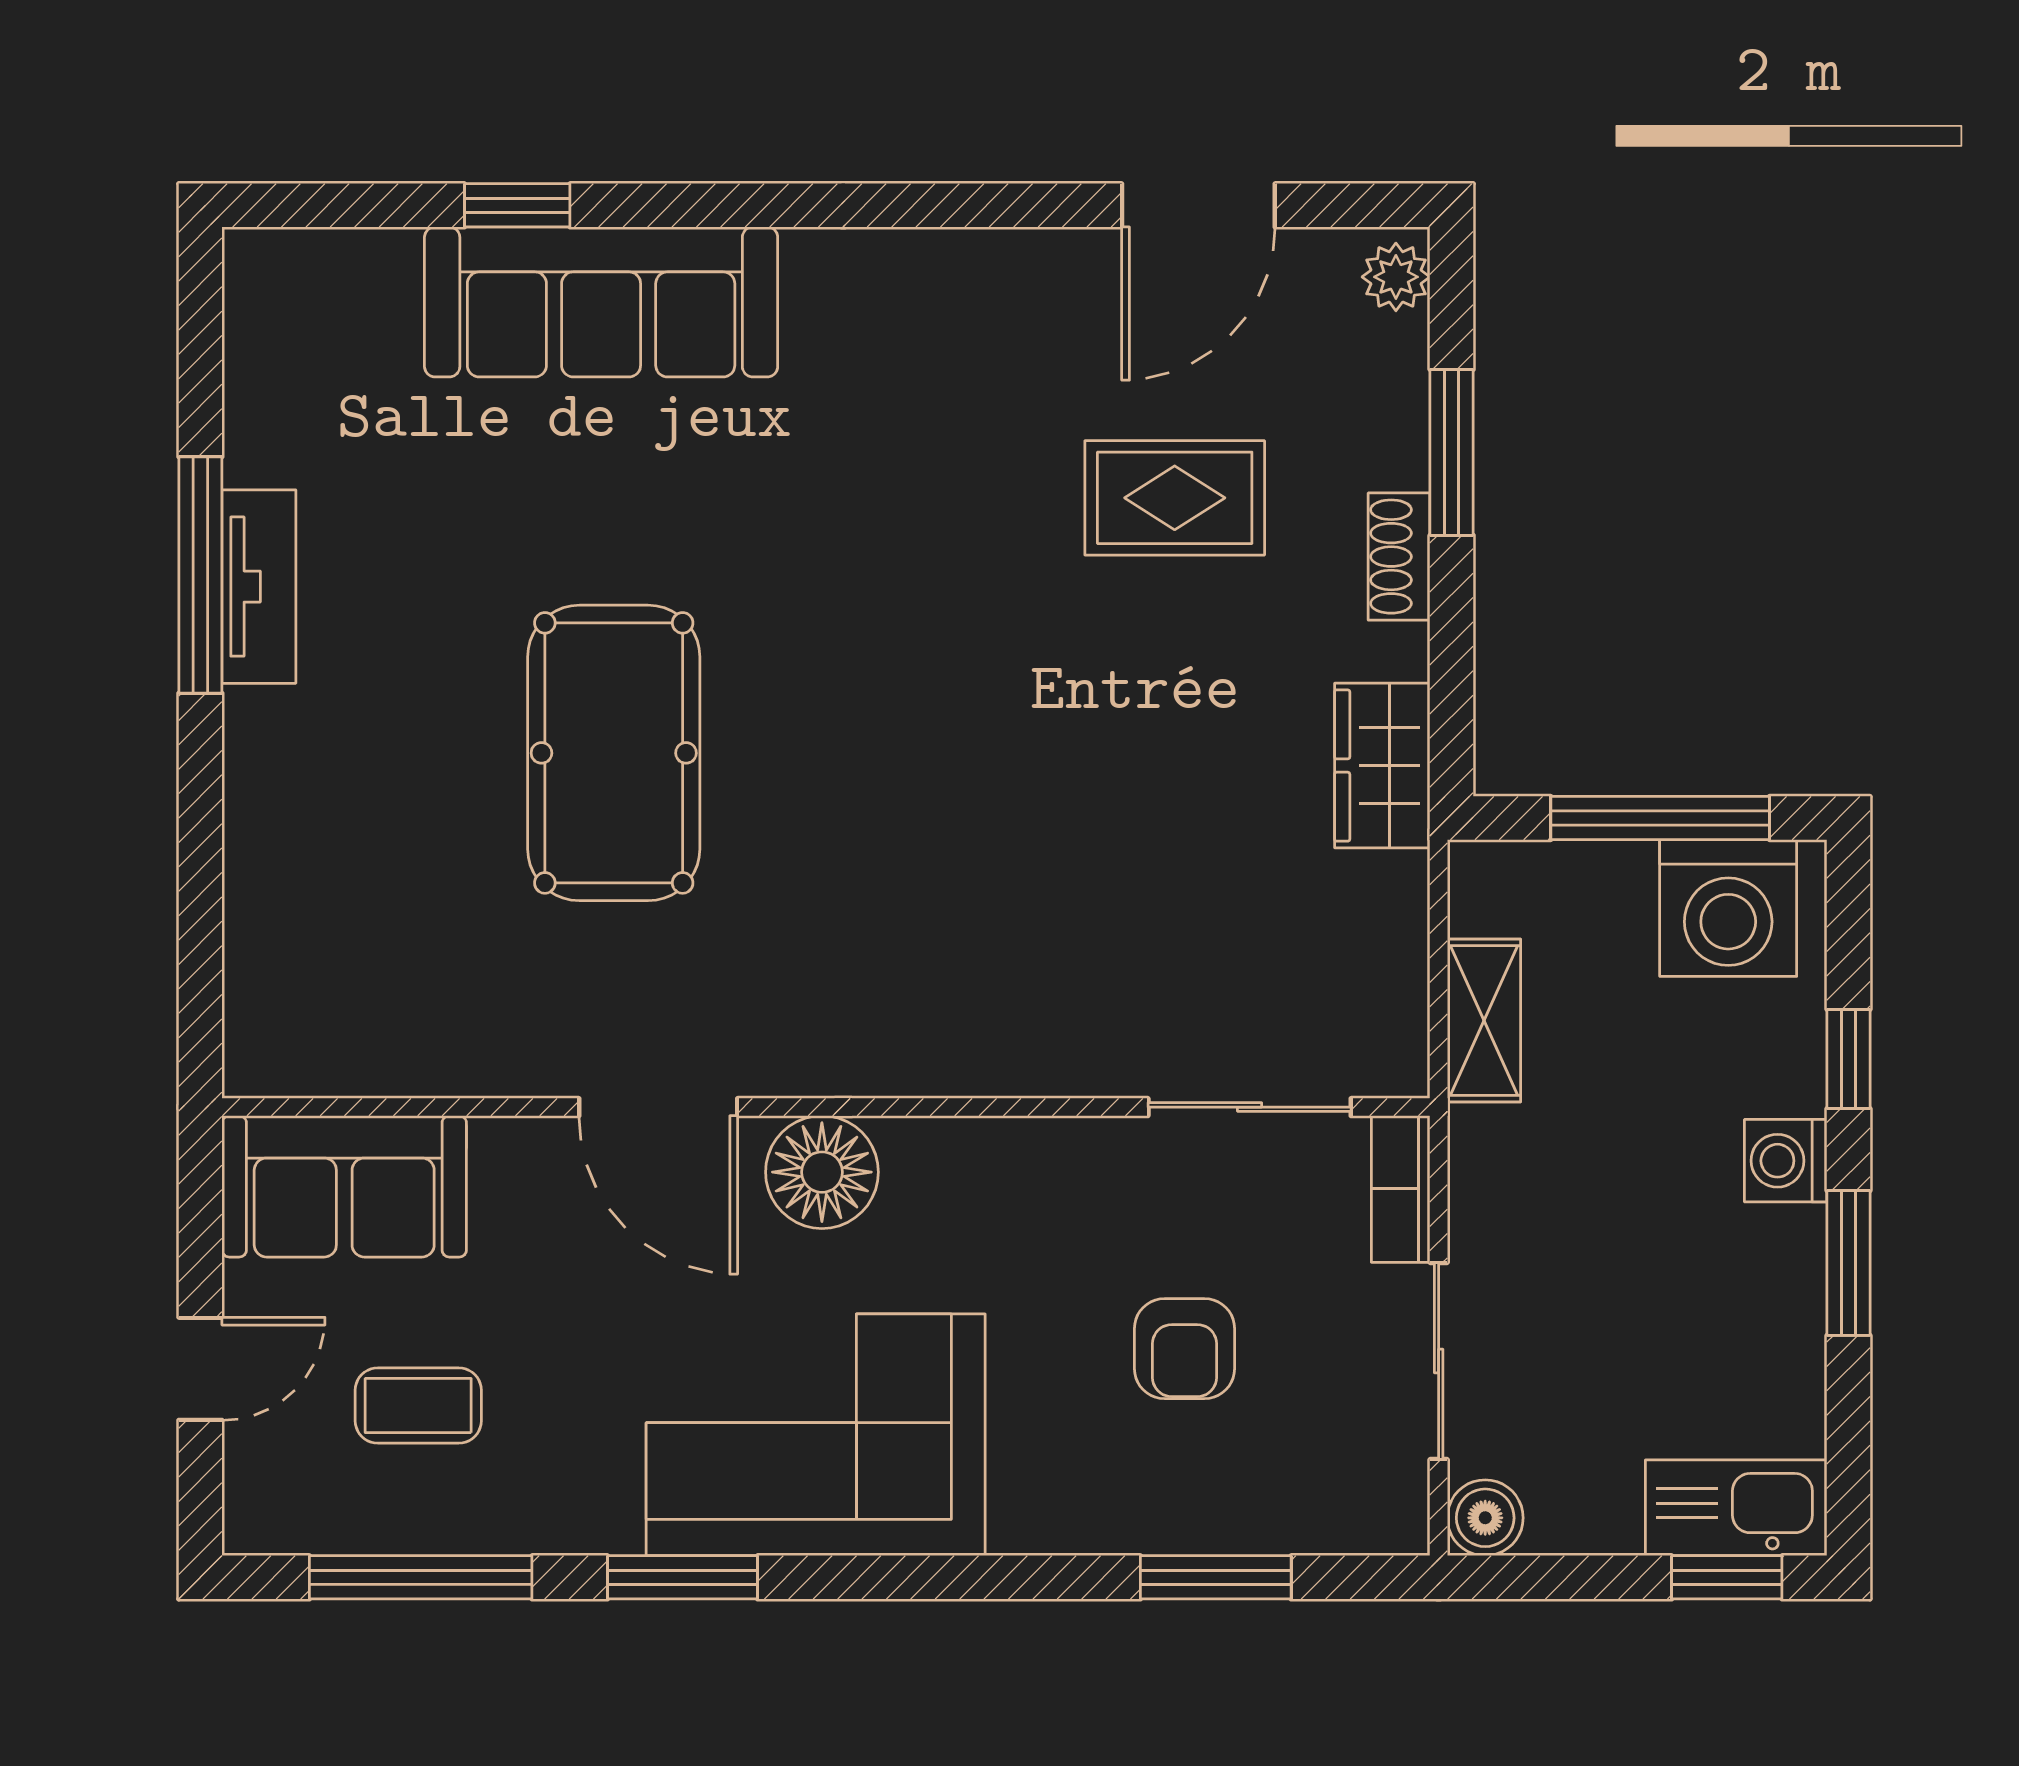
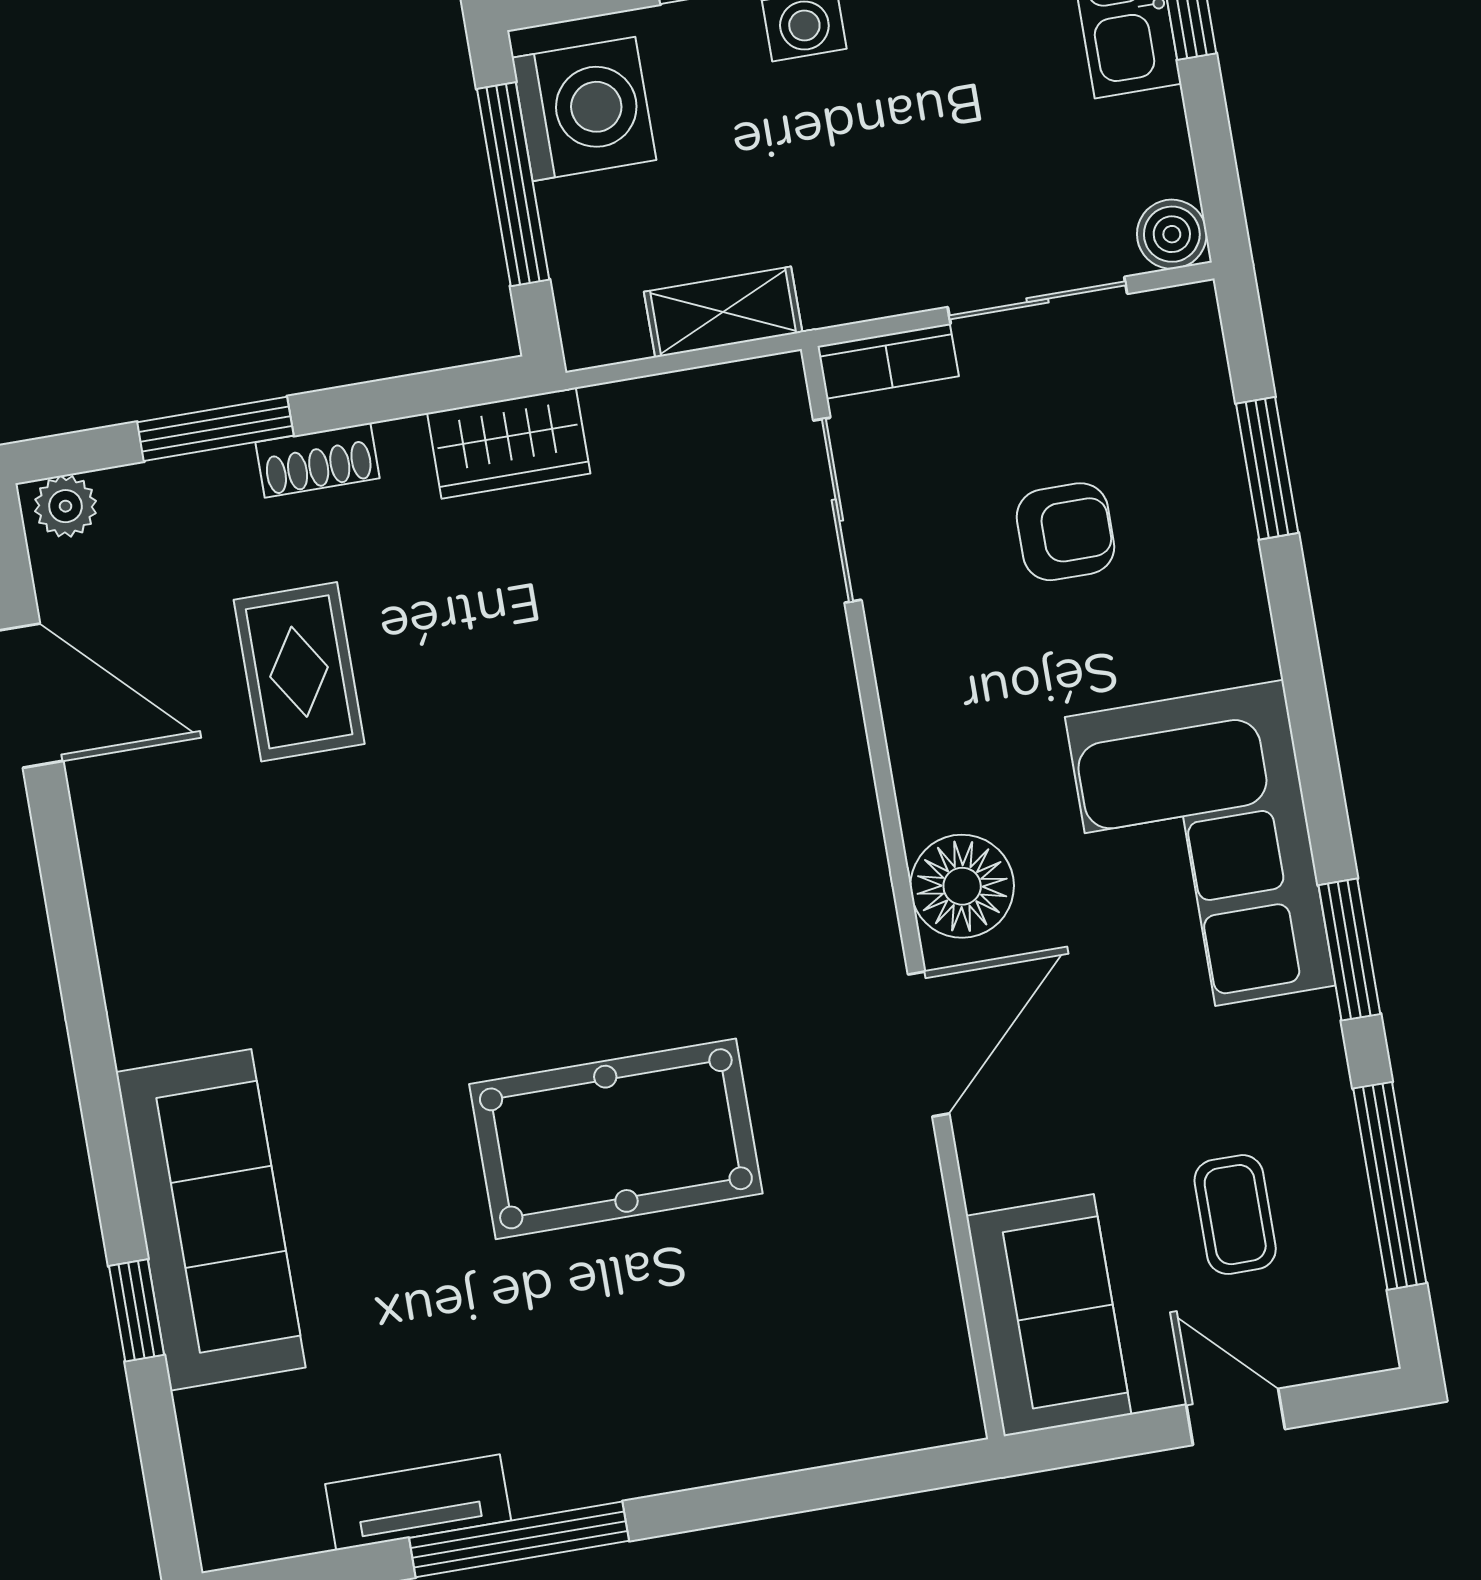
tv unit: (259, 587) -> (418, 1502), moved

